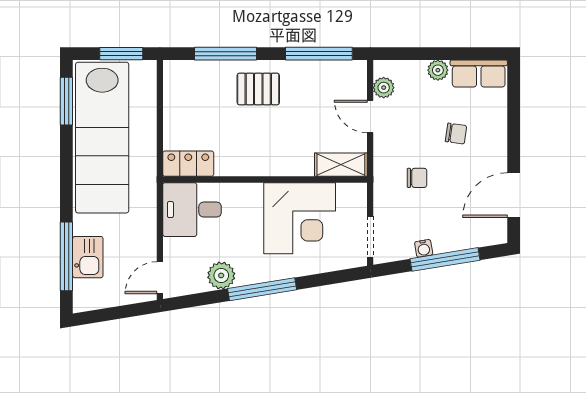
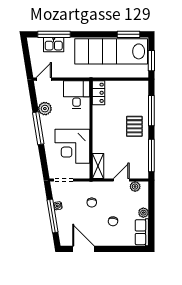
door: (160, 278) -> (44, 79), hinge flipped

